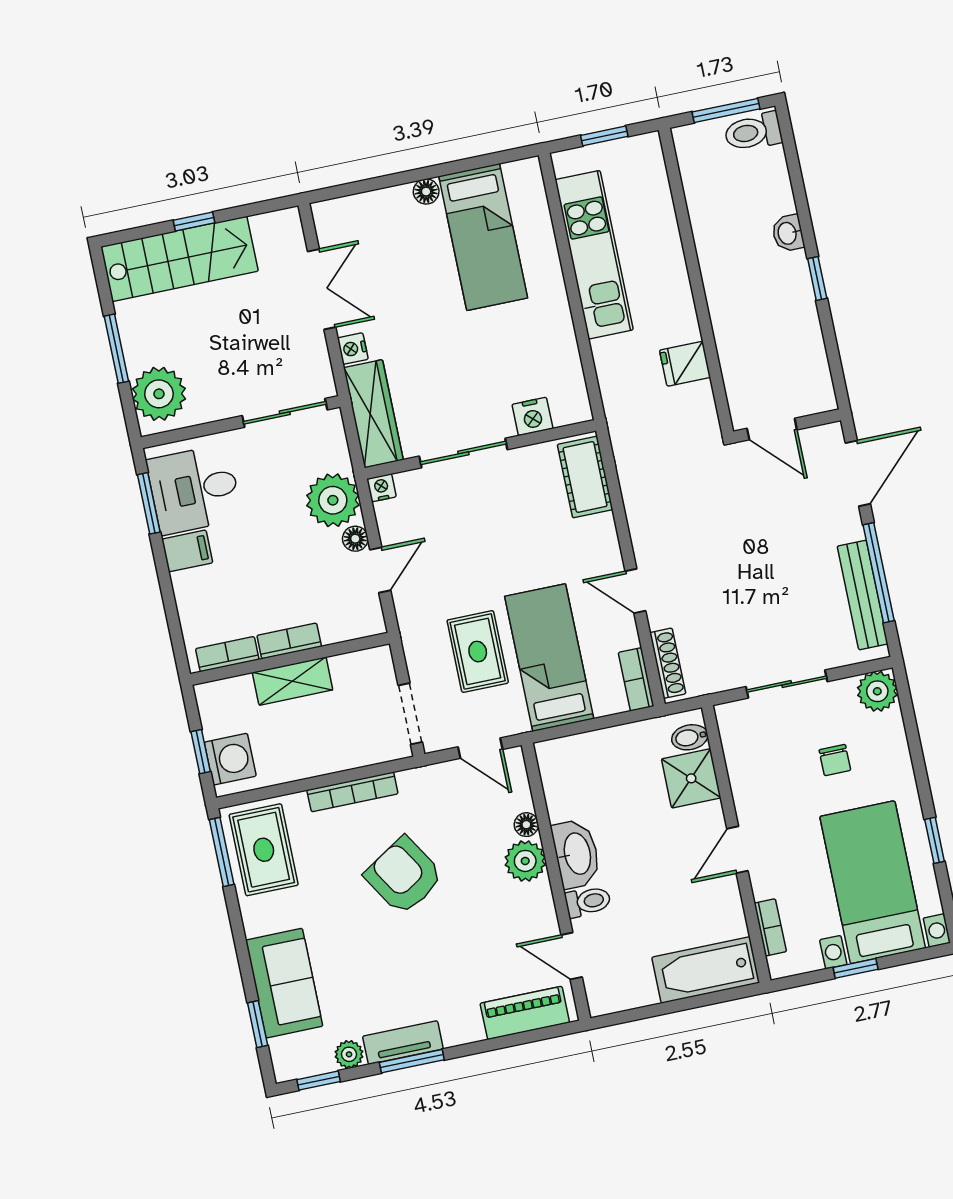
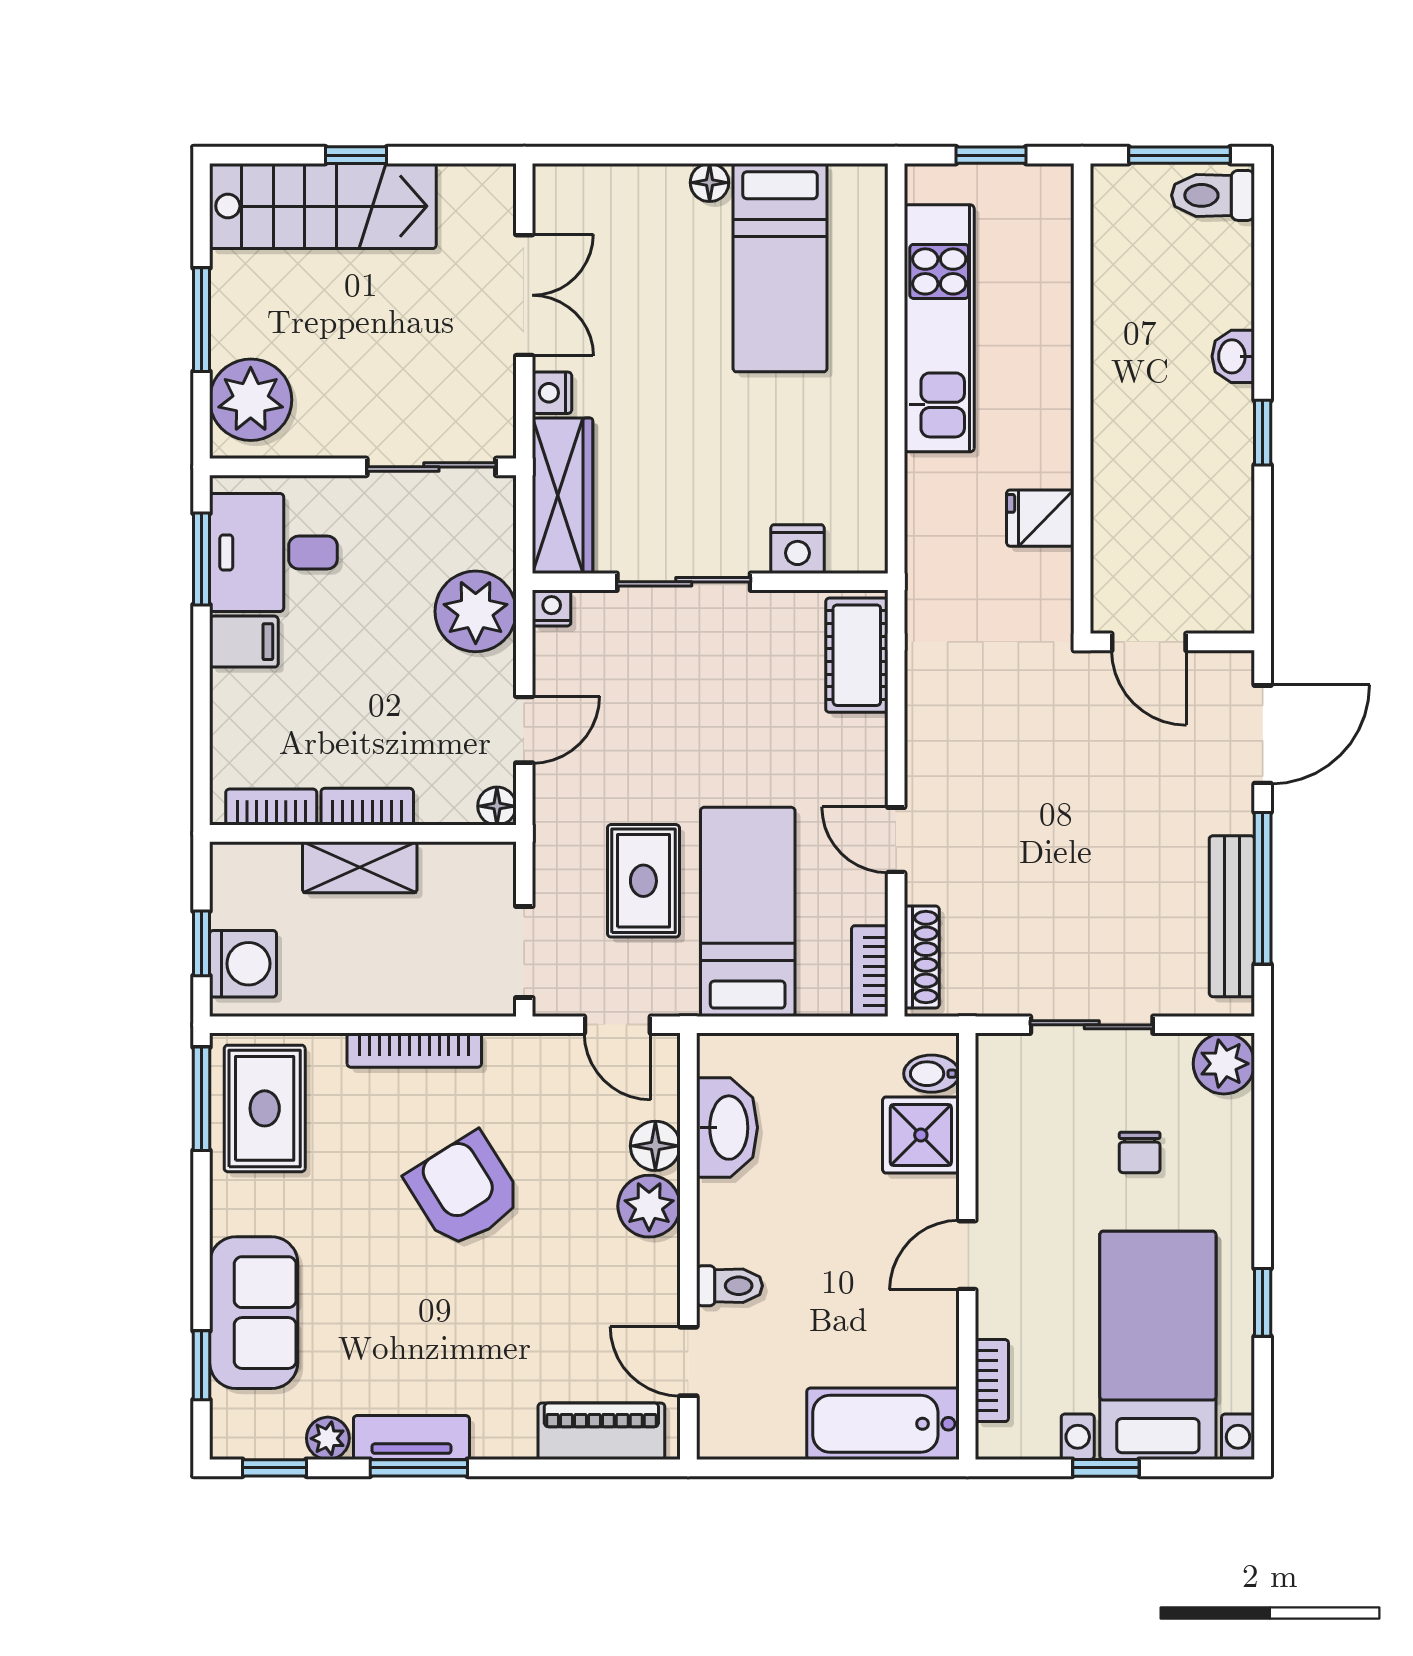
floor lamp: (355, 539) -> (497, 806), moved
floor lamp: (526, 825) -> (655, 1146), width x1.37, depth x1.37
washbasin: (576, 854) -> (727, 1128), moved

